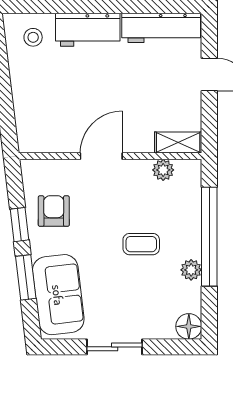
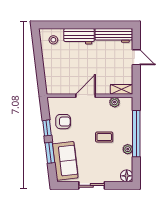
armchair: (54, 211) -> (63, 122), turned 90

